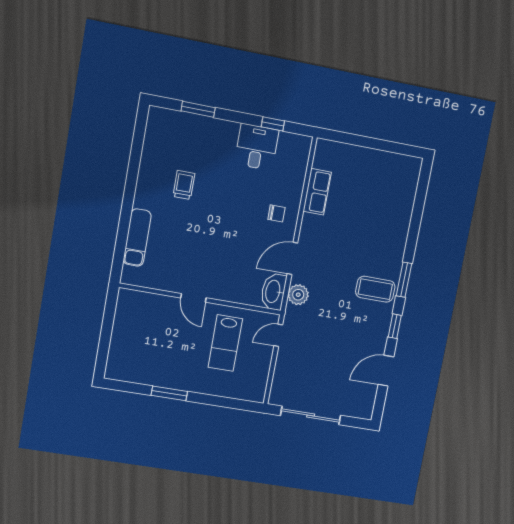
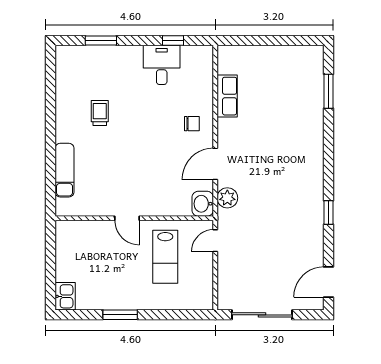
window: (404, 280) -> (328, 91), moved
coffee table: (375, 289) -> (302, 179), removed
washbasin: (273, 291) -> (203, 204), width x0.72
kitchen sink: (116, 366) -> (65, 296), added
door: (386, 371) -> (328, 282), moved

